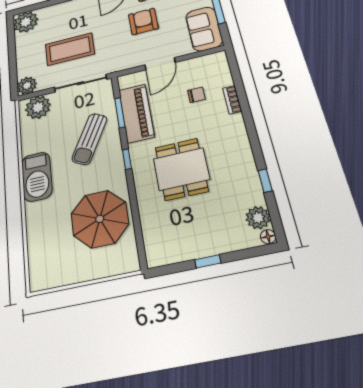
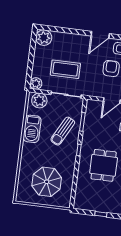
piano: (136, 113) -> (91, 126), removed
barbecue: (37, 177) -> (32, 129), moved
parasol: (100, 219) -> (47, 182), moved

